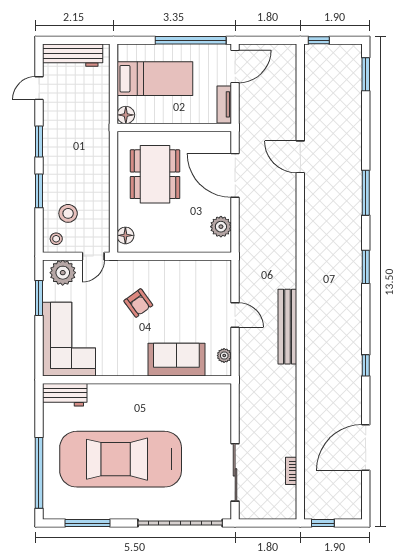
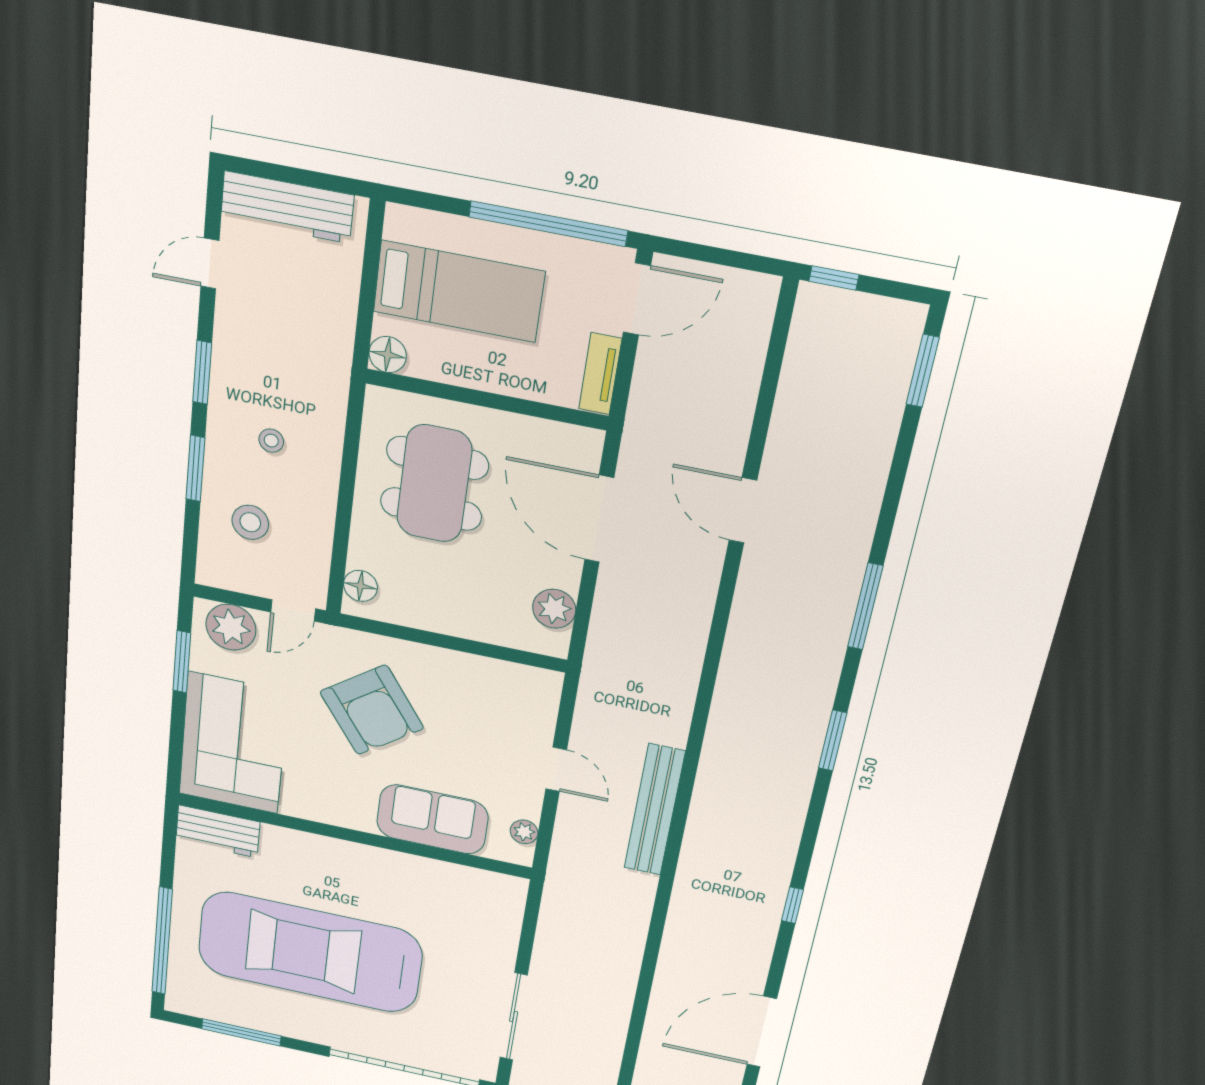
stool: (56, 239) -> (271, 441), moved
armchair: (138, 303) -> (372, 710), width x1.88, depth x1.88
bookcase: (291, 471) -> (616, 1037), removed

